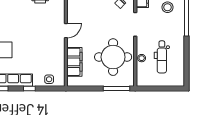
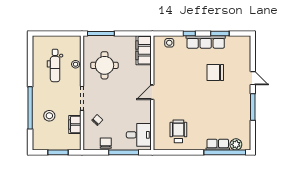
round table: (113, 57) -> (104, 65), width x0.73, depth x0.73
dental chair: (162, 57) -> (55, 65), turned 180
filing cabinet: (74, 62) -> (144, 50), moved

